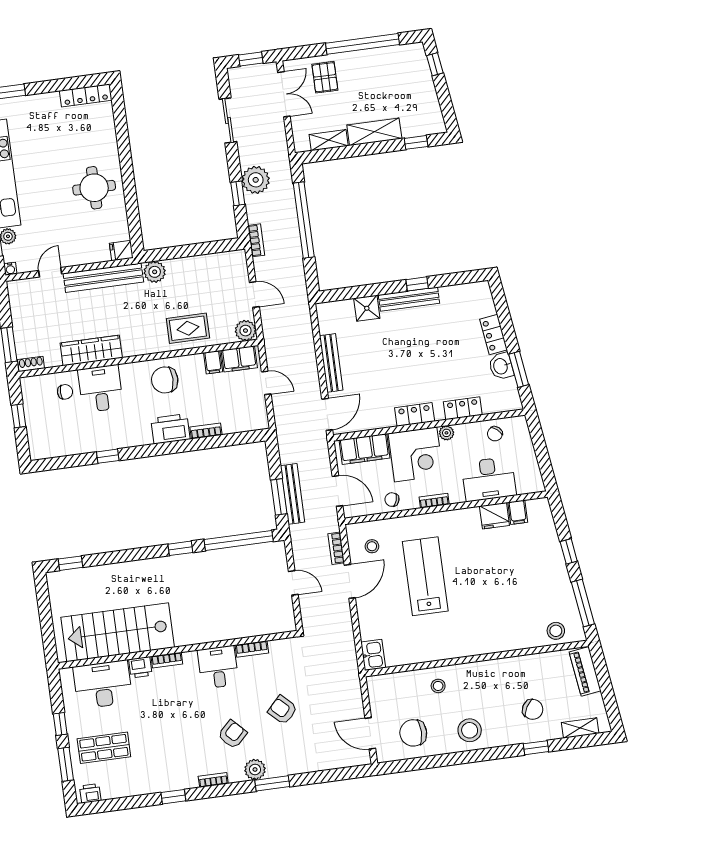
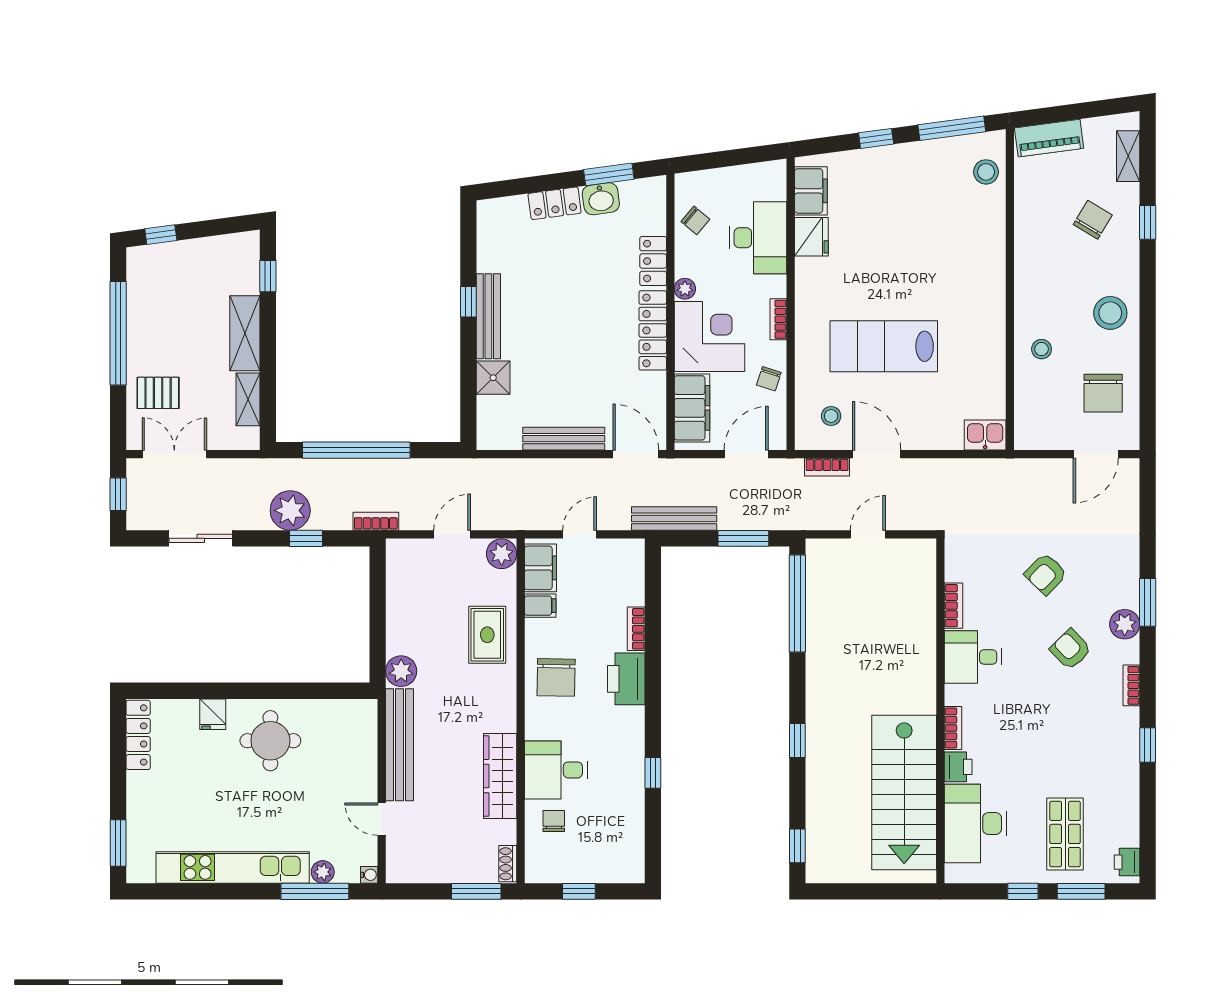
fridge: (121, 251) -> (213, 714), moved
locker: (415, 414) -> (653, 330), width x1.53
bench: (292, 494) -> (674, 518), moved
filing cabinet: (518, 512) -> (811, 191), width x2.00
window: (180, 548) -> (797, 741), moved

